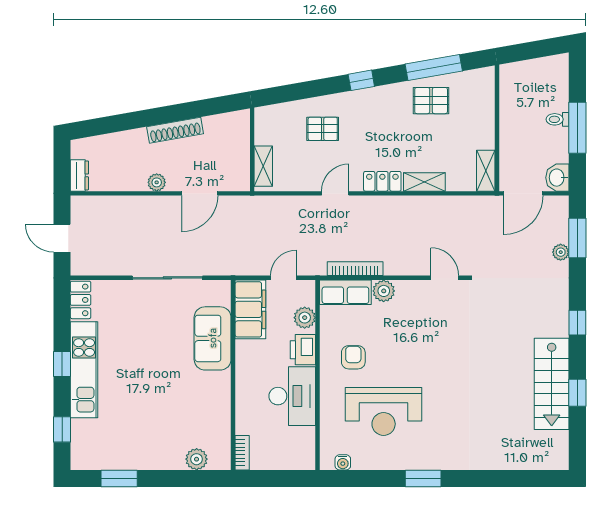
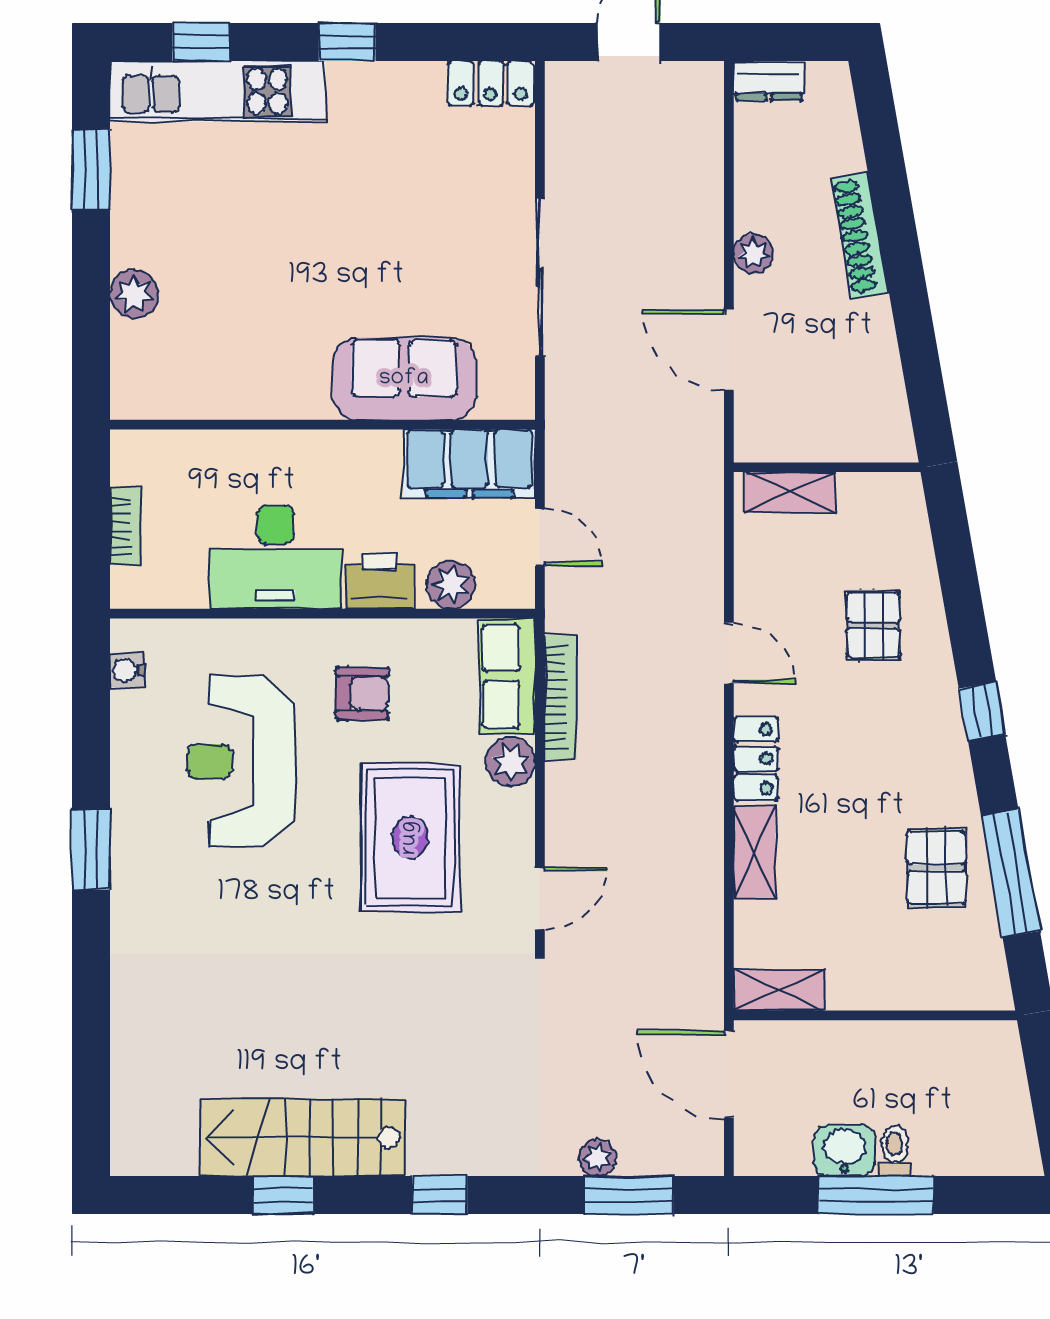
shoe rack: (175, 130) -> (860, 235), moved
washbasin: (557, 178) -> (845, 1150), moved
rug: (418, 336) -> (410, 838), added
kitchen unit: (84, 370) -> (218, 91), moved
bookcase: (242, 453) -> (125, 526), moved, turned -90
plant: (197, 459) -> (134, 294), moved

